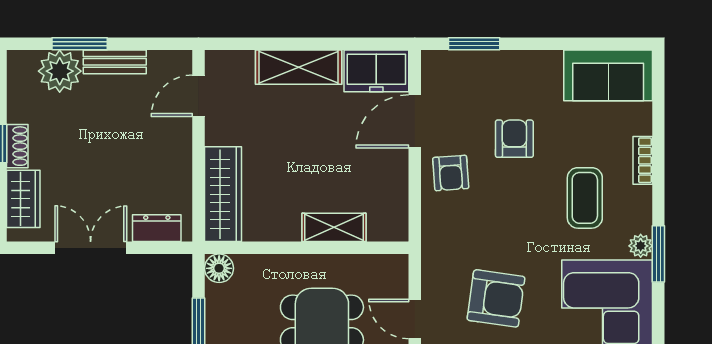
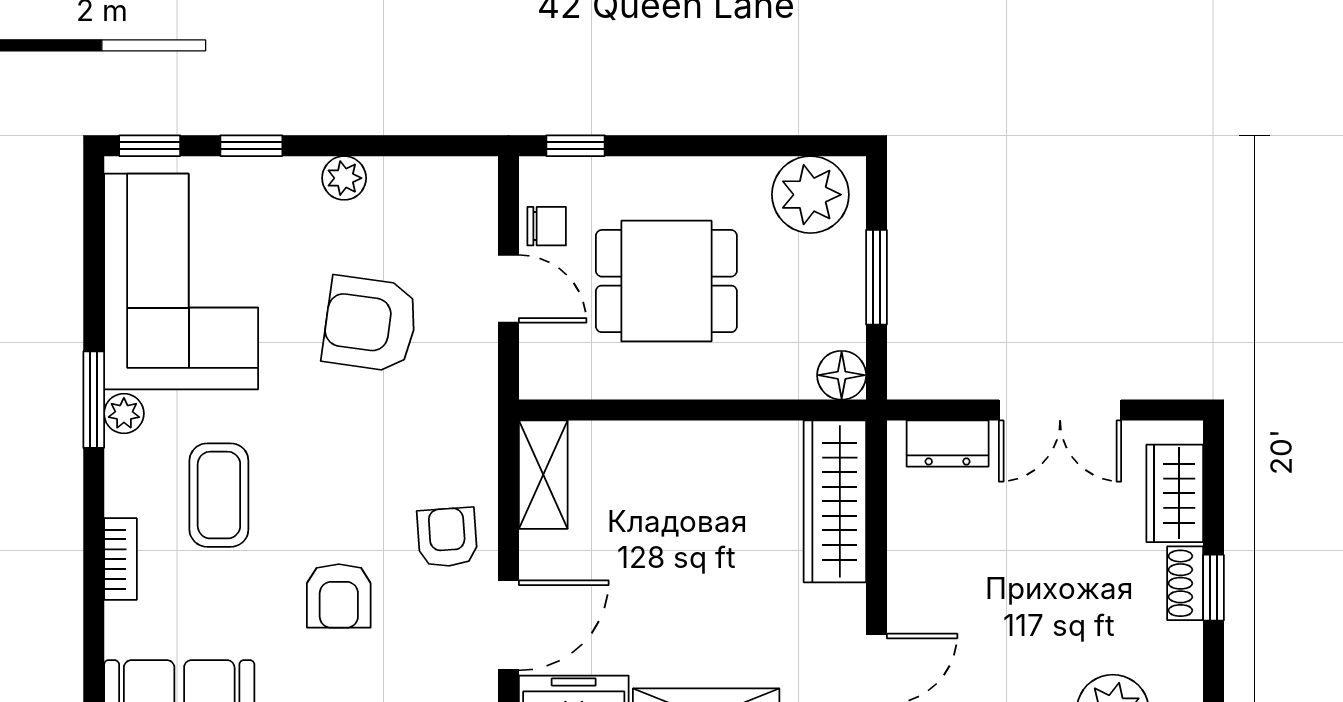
shelving: (334, 227) -> (543, 475), moved, turned 90

